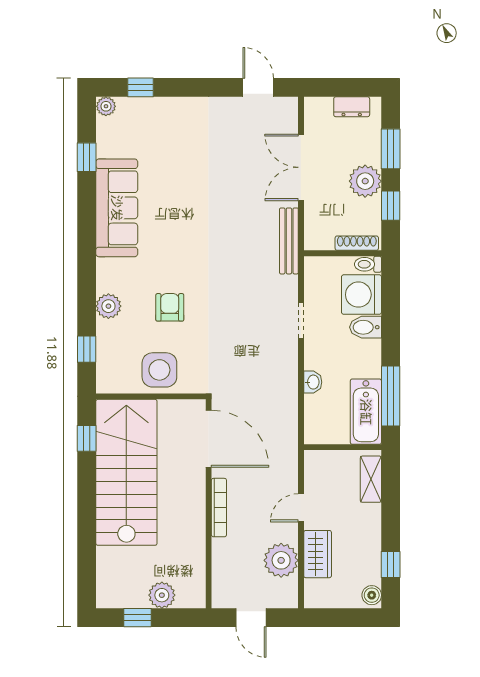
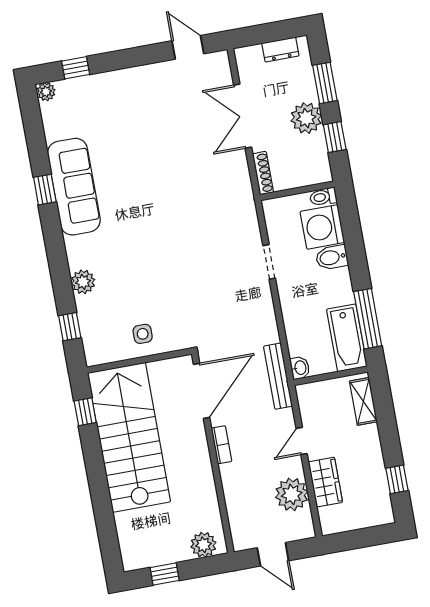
window: (87, 157) -> (45, 190), moved
bench: (289, 241) -> (278, 376), moved
shoe rack: (357, 243) -> (263, 173), moved, turned 90
armchair: (170, 307) -> (142, 272), removed
side table: (159, 370) -> (143, 334), width x0.54, depth x0.54
washbasin: (313, 382) -> (300, 368), moved
door: (209, 439) -> (202, 391), hinge flipped
bookcase: (219, 508) -> (221, 445), width x0.64
plant: (162, 595) -> (203, 545), moved
boiler: (372, 595) -> (384, 512), removed

